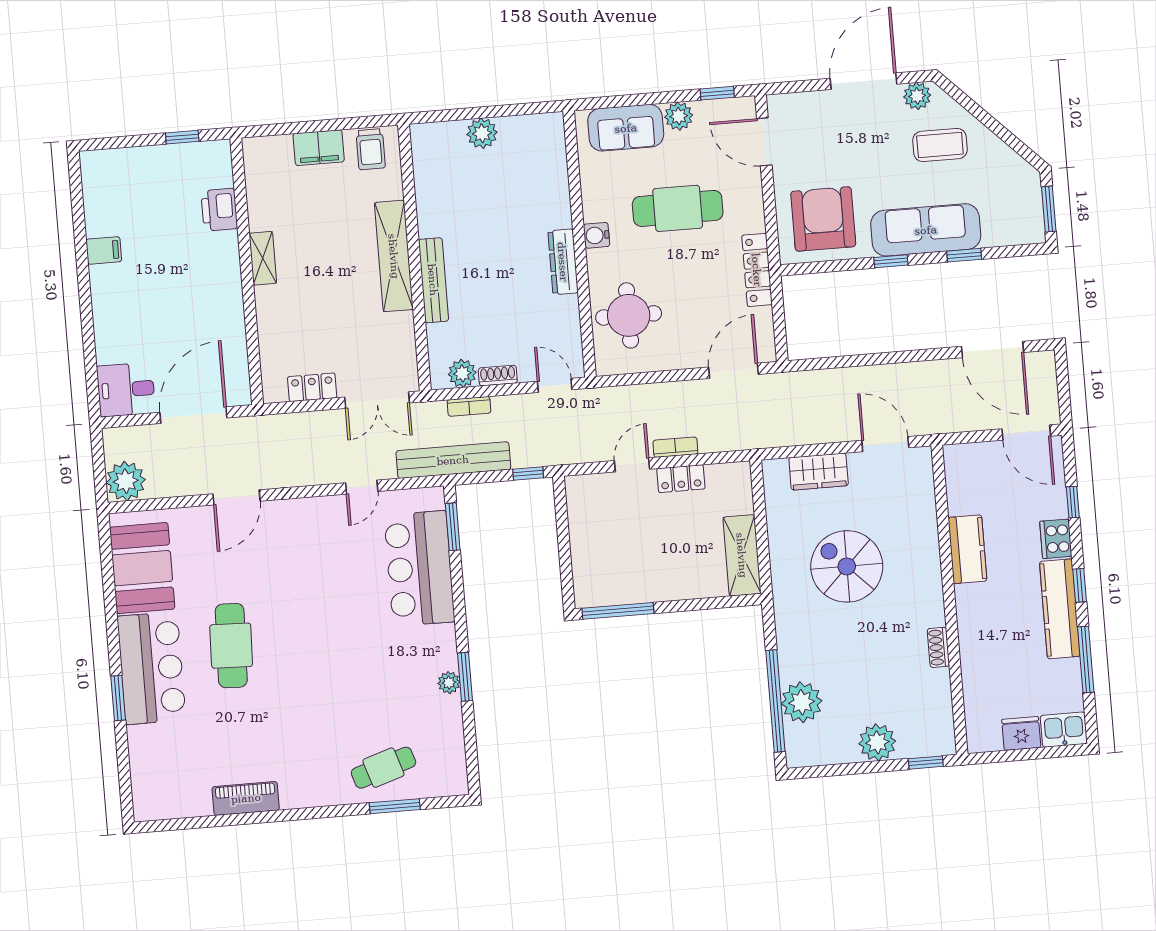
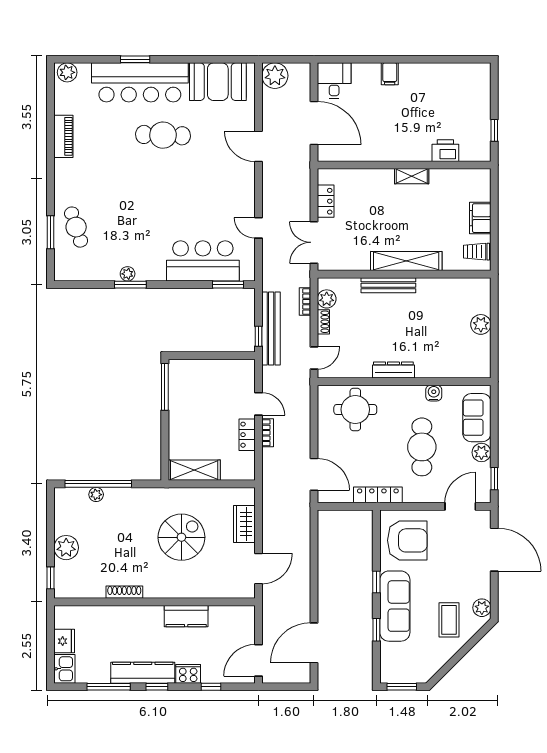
door: (863, 81) -> (494, 550), moved
water cooler: (597, 235) -> (434, 393), moved
filing cabinet: (104, 250) -> (390, 74), moved
bench: (453, 460) -> (271, 329), moved
shoe rack: (938, 647) -> (124, 592), width x1.43
bar counter: (151, 668) -> (140, 82), width x1.36
plant: (802, 702) -> (96, 495), width x0.53, depth x0.53
plant: (147, 801) -> (67, 72), added

